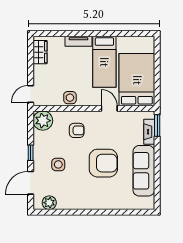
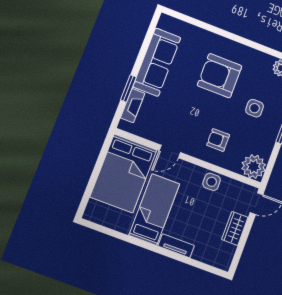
wardrobe: (40, 52) -> (235, 228), moved
door: (109, 108) -> (170, 151), hinge flipped
window: (157, 126) -> (128, 88), moved
armchair: (103, 163) -> (220, 76), moved

